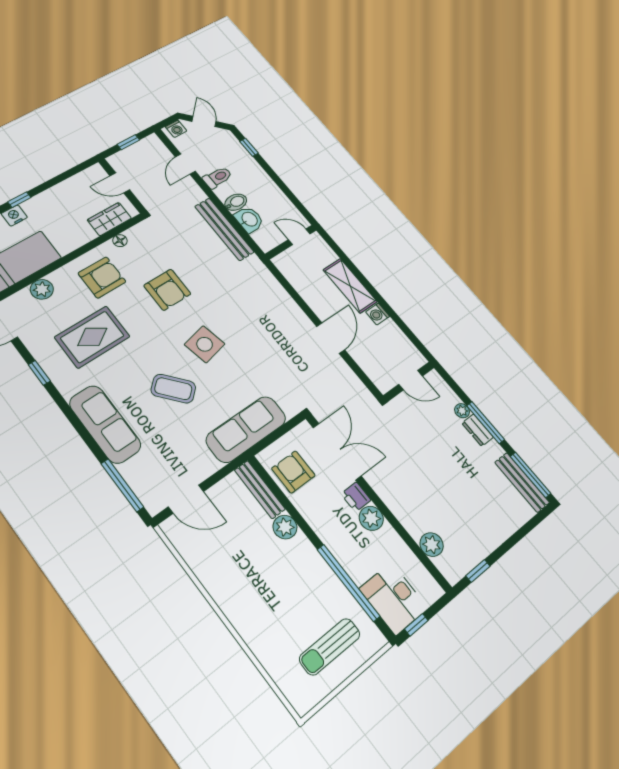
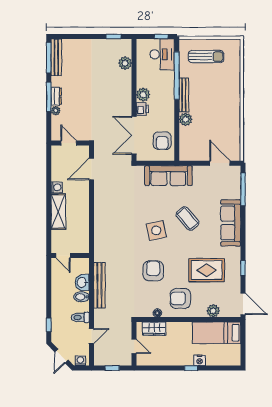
door: (330, 338) -> (91, 169), moved
bench: (260, 490) -> (184, 95), moved

